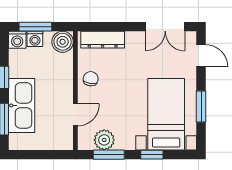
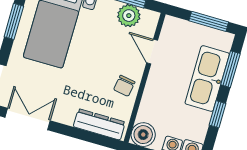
door: (75, 115) -> (152, 52), hinge flipped
window: (34, 155) -> (209, 21), added

